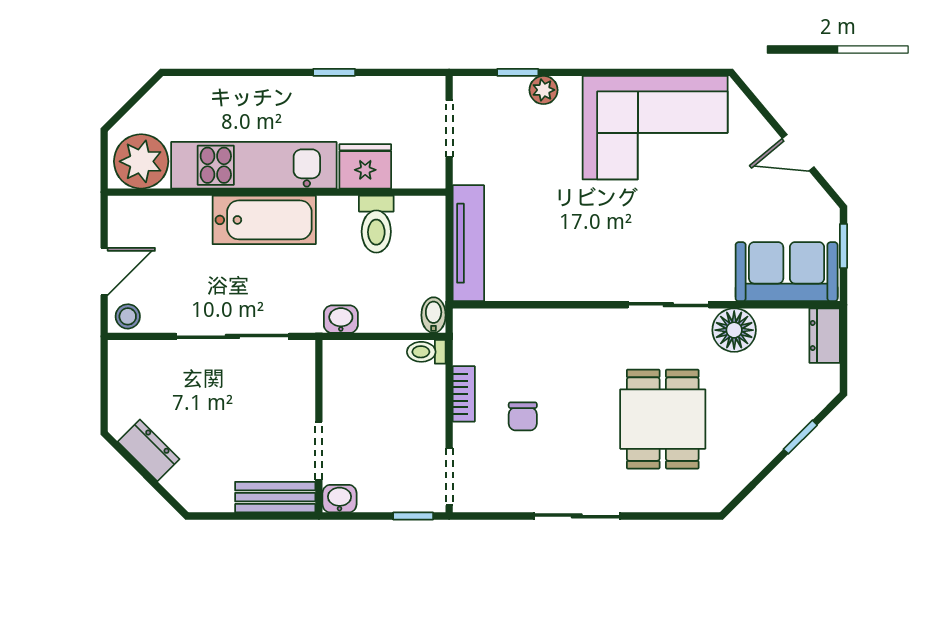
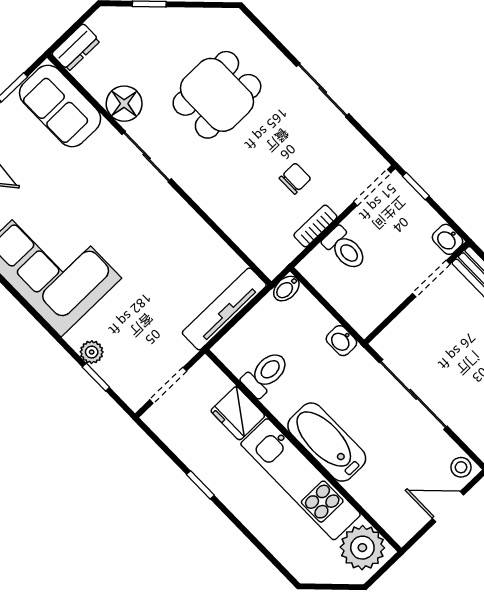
toilet: (426, 352) -> (345, 249), moved, width x1.37, depth x1.39

